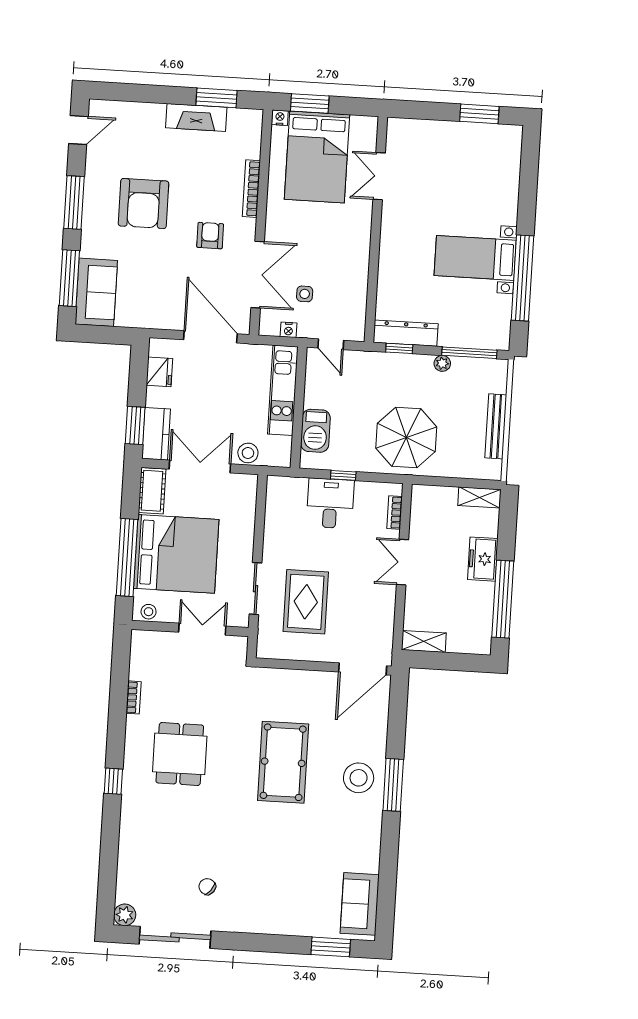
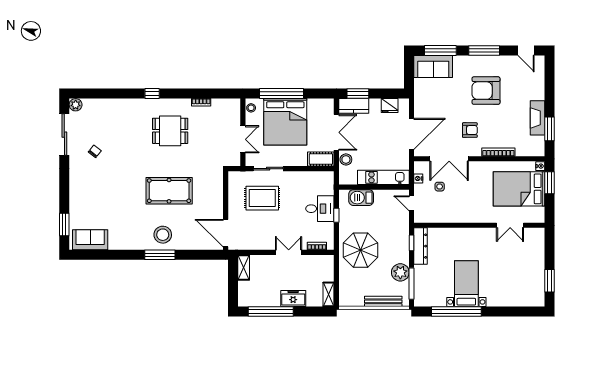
double door: (379, 176) -> (510, 225), swing flipped
door: (331, 344) -> (412, 203), hinge flipped
plant: (442, 363) -> (400, 272), width x1.87, depth x1.87
bench: (496, 426) -> (383, 301), moved
cot: (152, 491) -> (321, 159), moved

